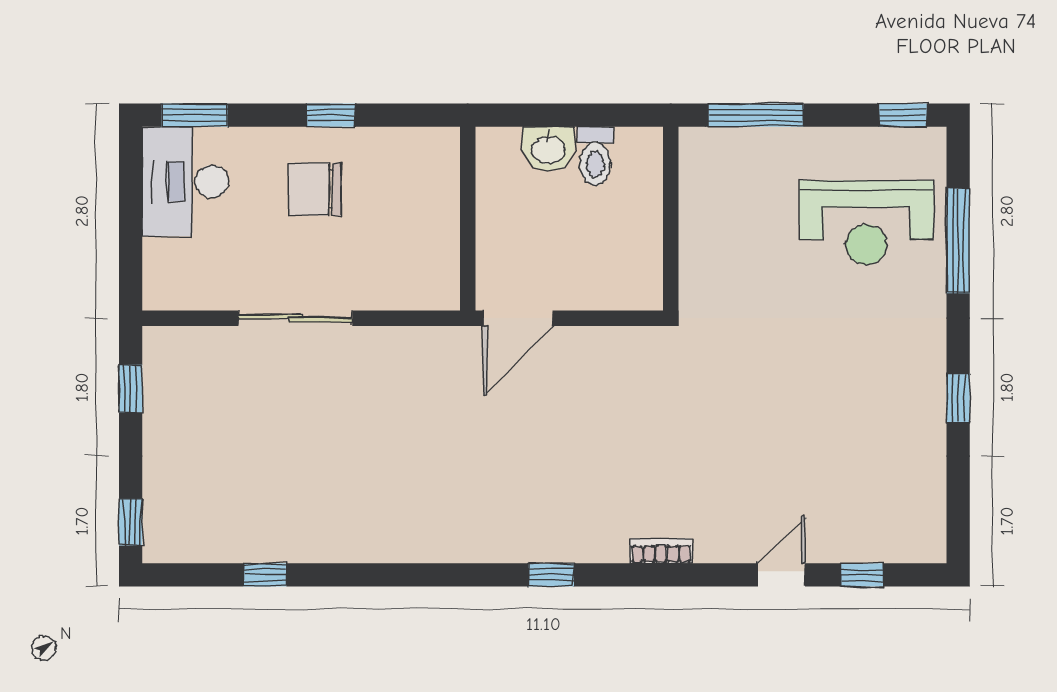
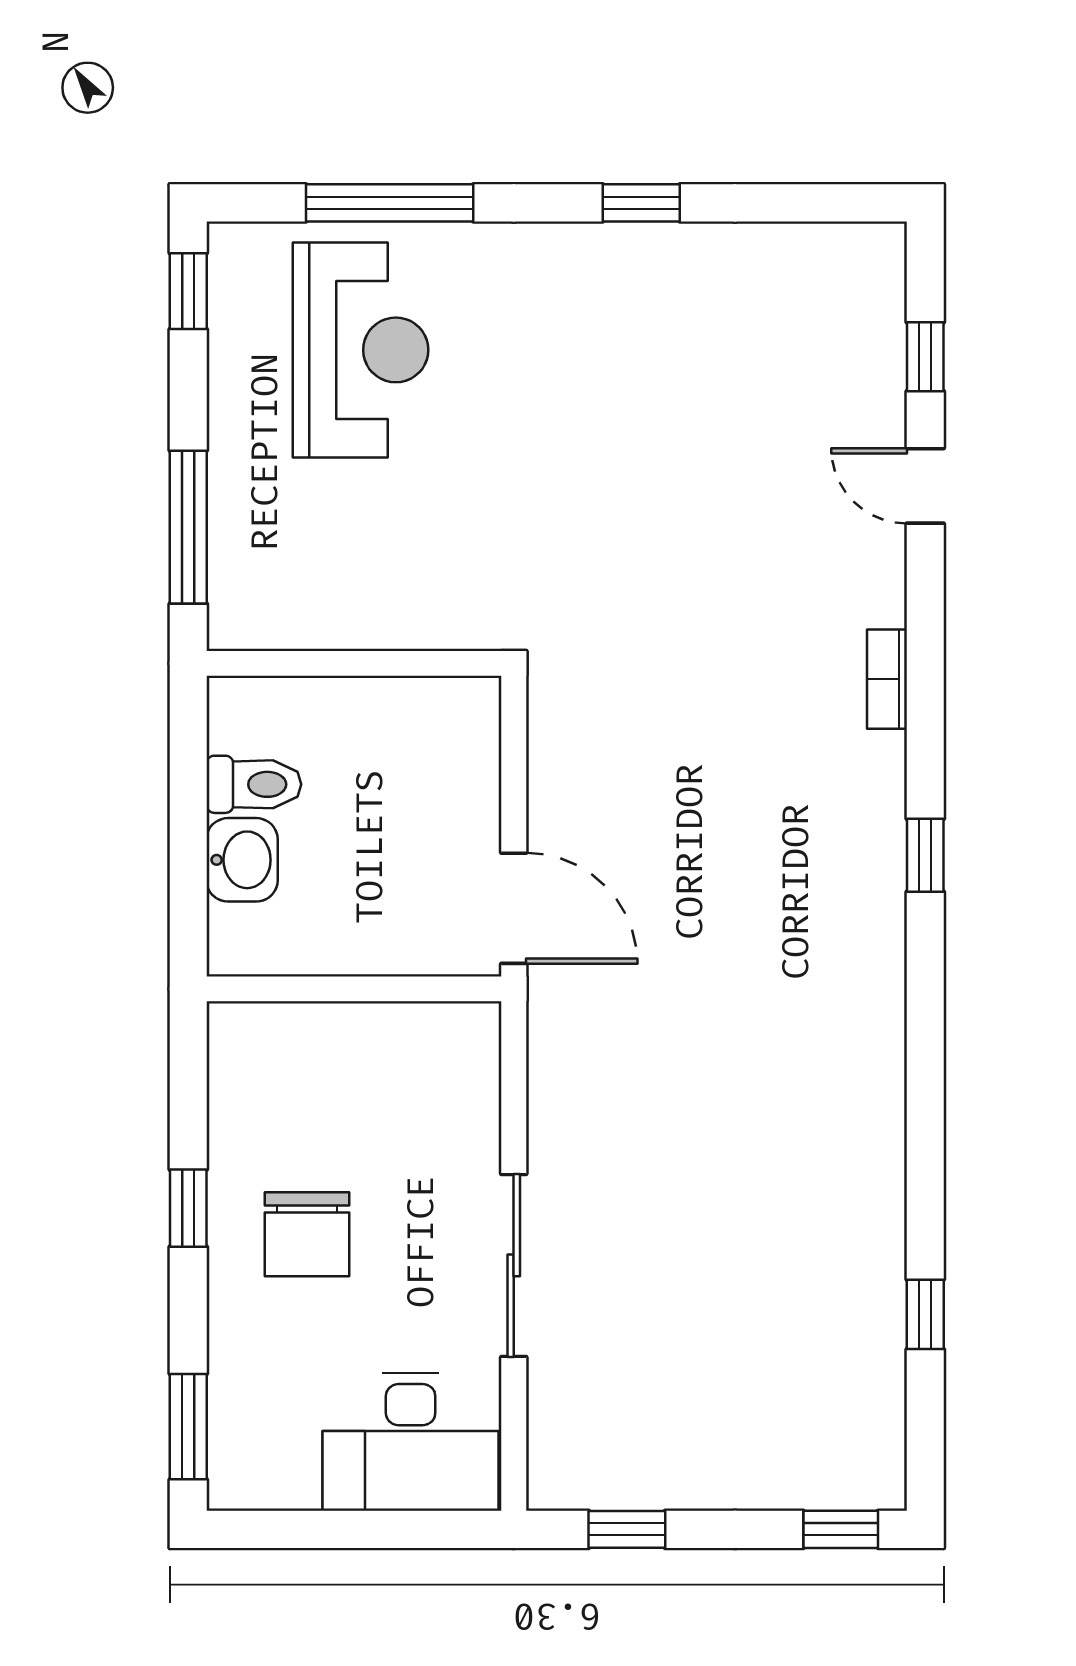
desk: (185, 181) -> (411, 1442), moved

